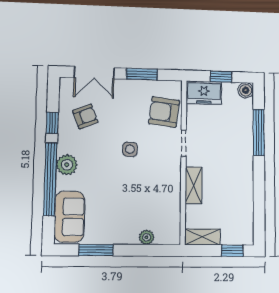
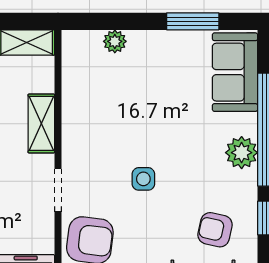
armchair: (85, 116) -> (215, 230), turned 35

